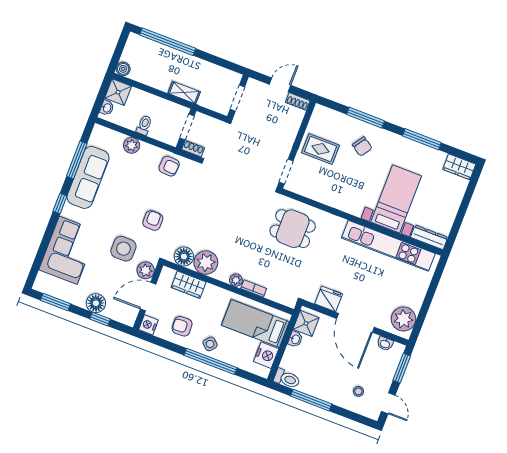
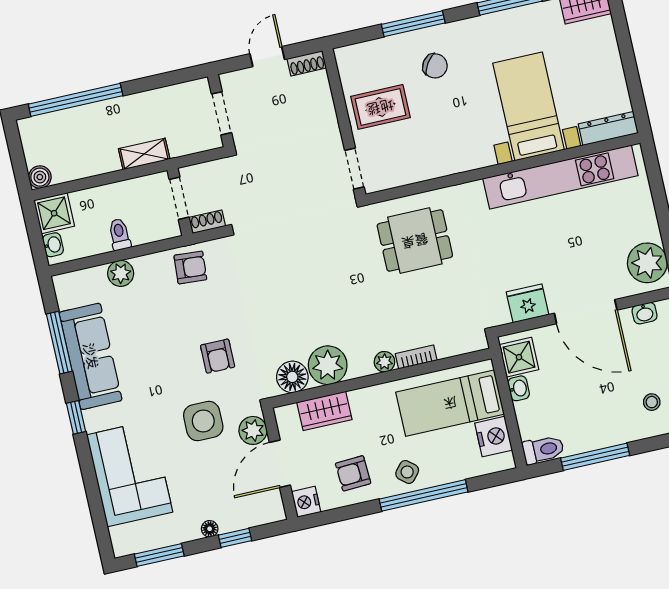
armchair: (153, 220) -> (218, 356), turned 180
floor lamp: (96, 303) -> (210, 529), width x0.53, depth x0.53

